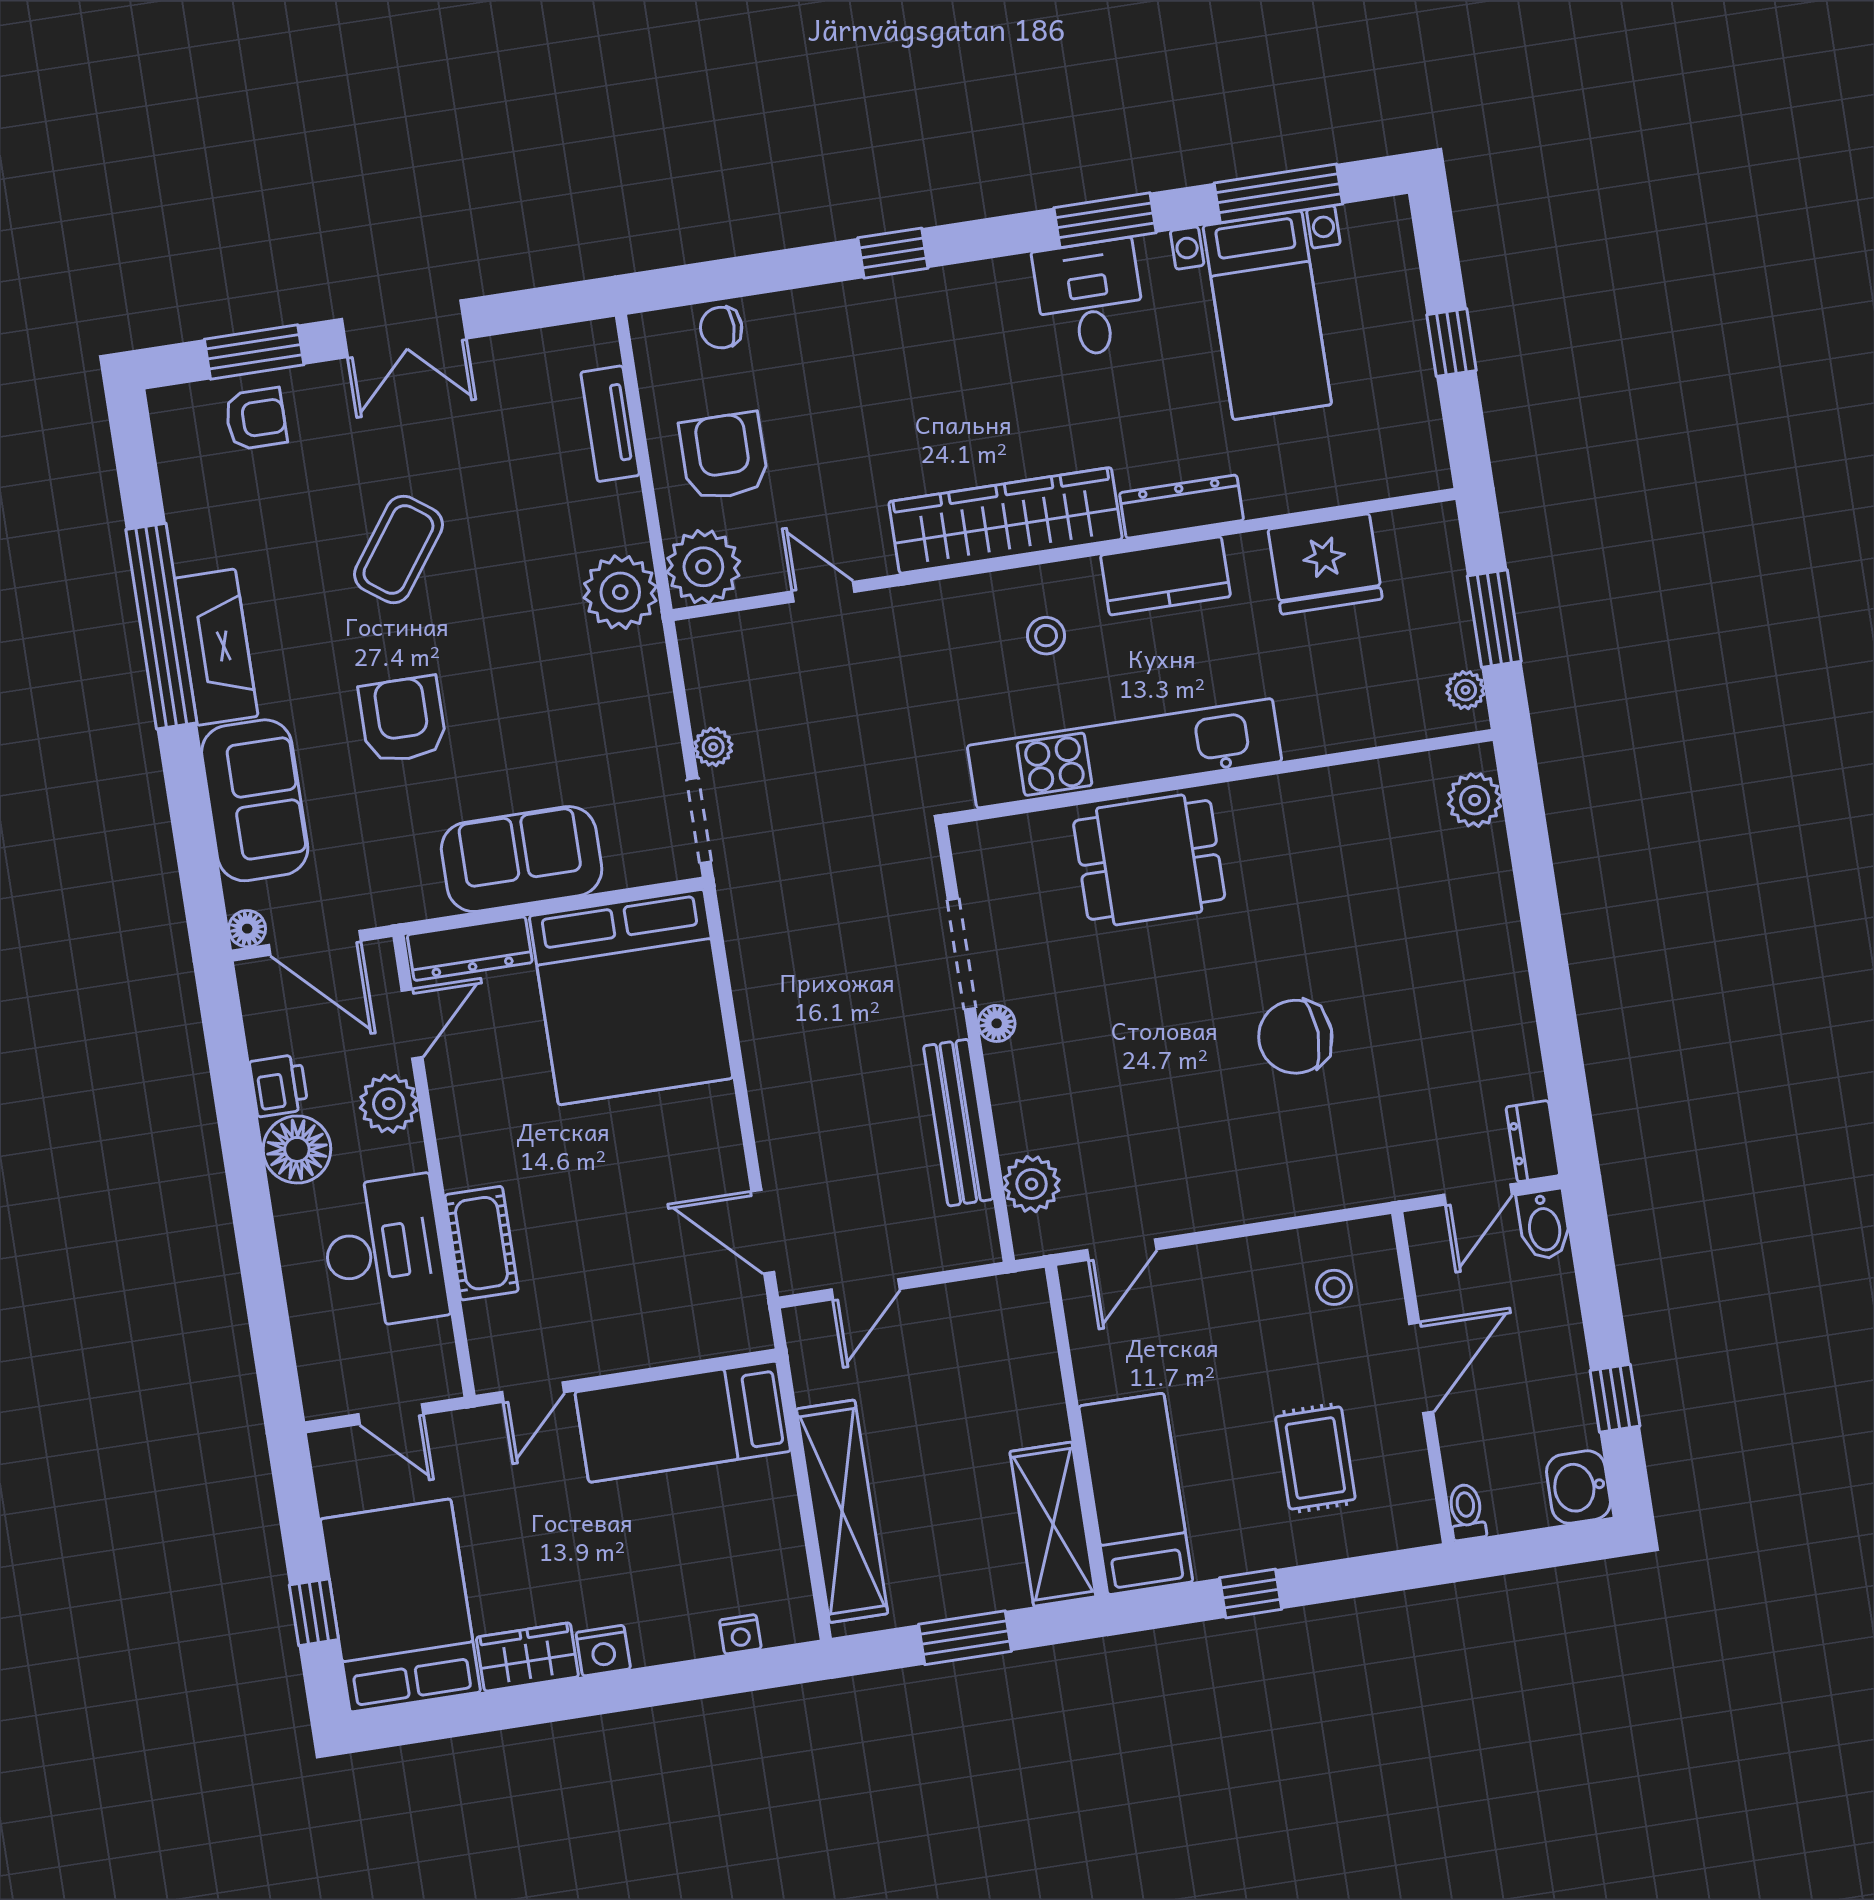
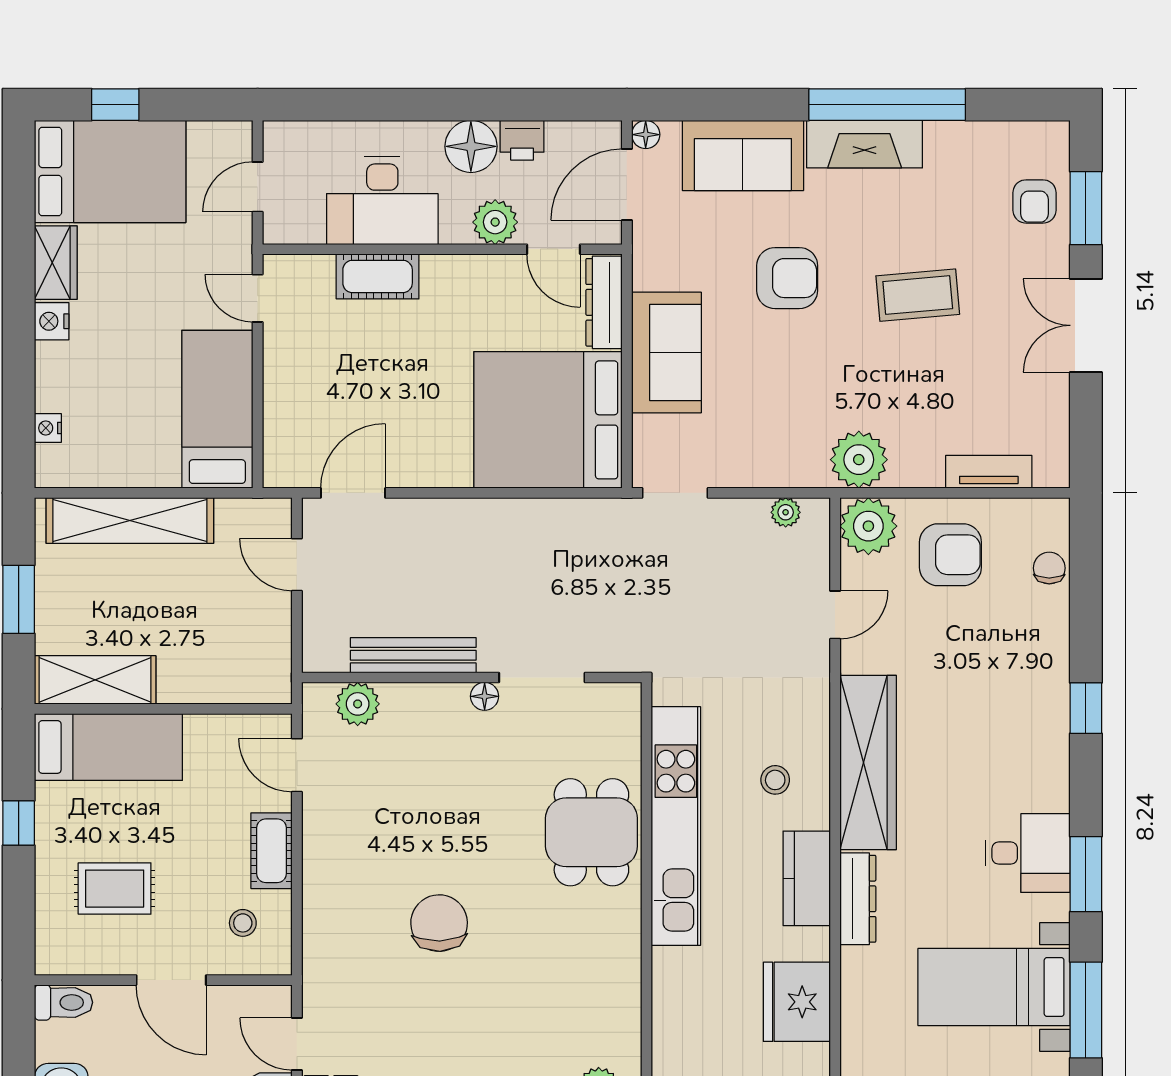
coffee table: (398, 549) -> (918, 295), turned -41
plant: (713, 747) -> (786, 512), moved
cot: (1236, 1265) -> (272, 851), added
toilet: (1467, 1512) -> (64, 1002), width x1.37, depth x1.39

